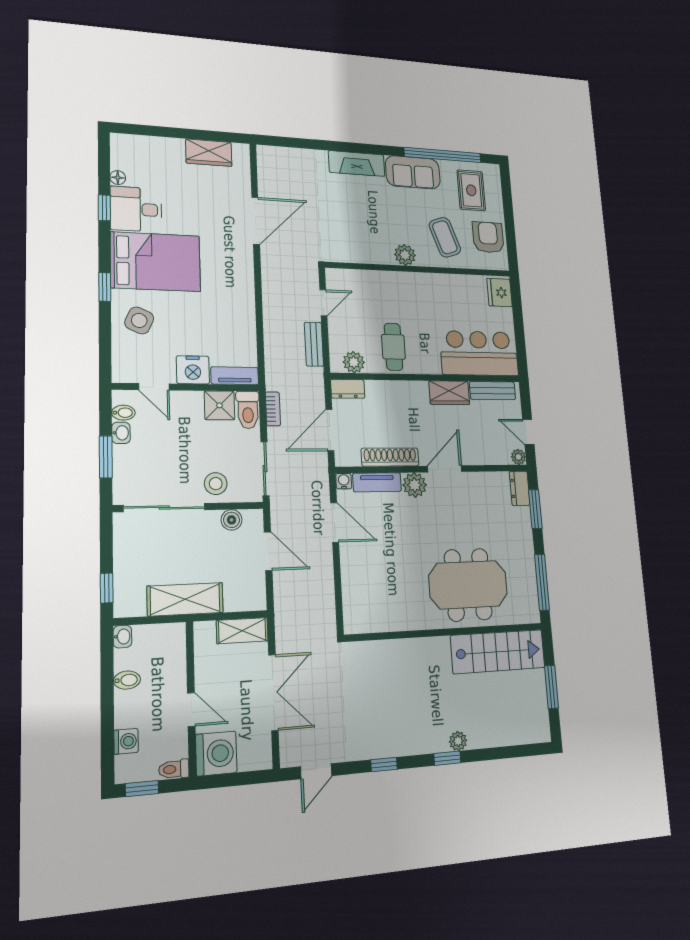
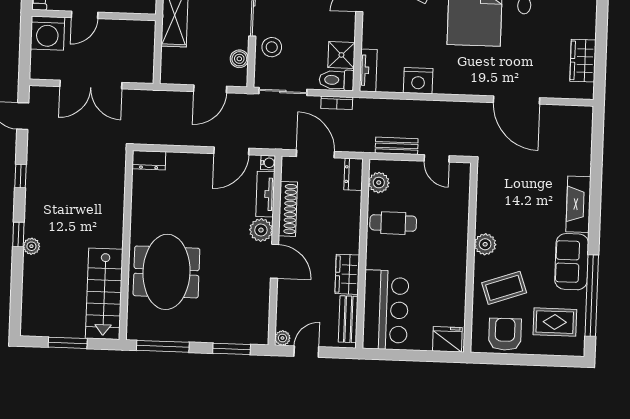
armchair: (488, 237) -> (505, 334), turned -90
nightstand: (193, 370) -> (418, 81), moved, turned -90
dresser: (520, 488) -> (149, 160), moved, turned 180
shelving: (242, 631) -> (144, 62), removed

